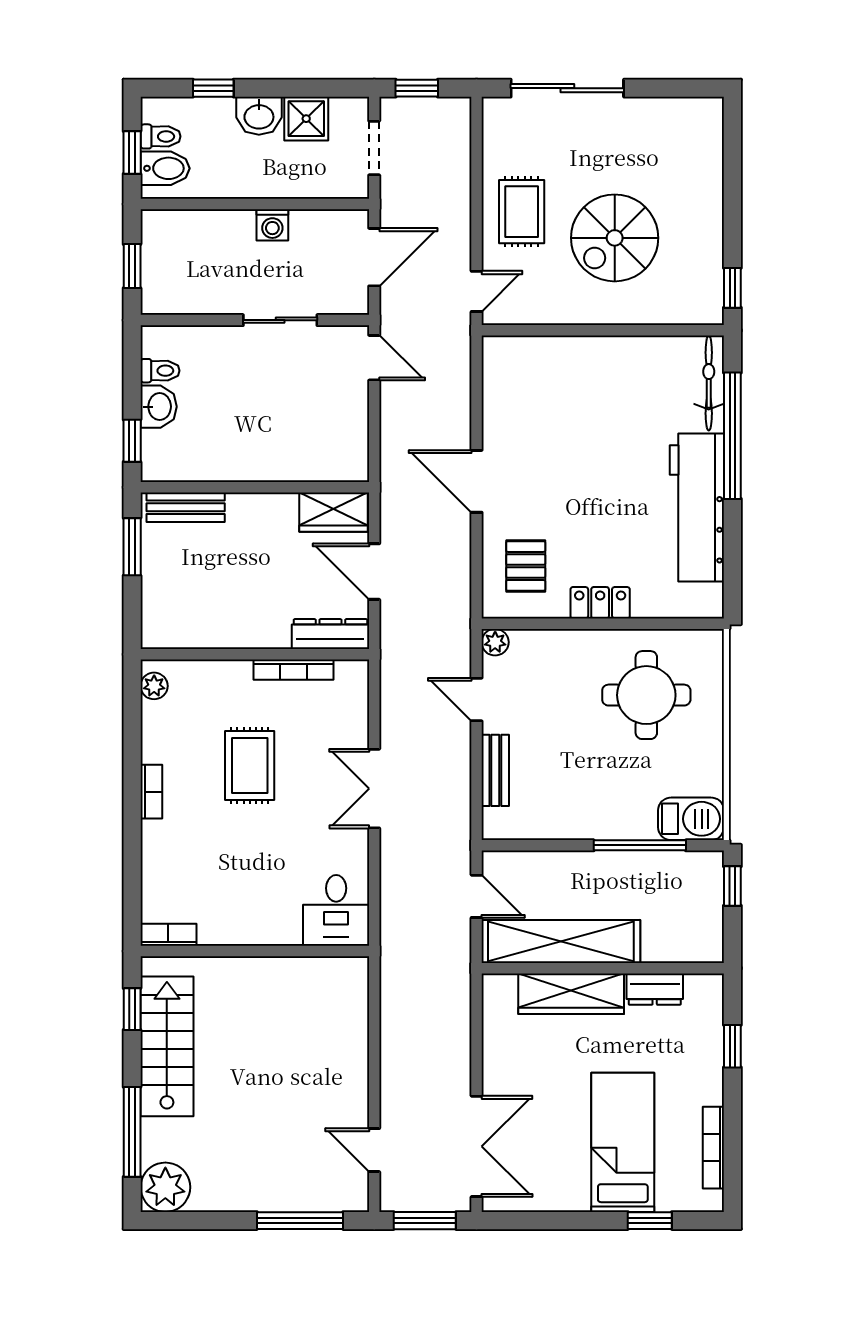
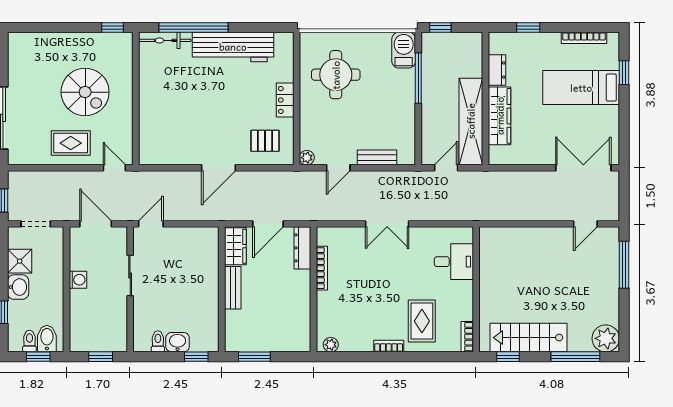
bench: (186, 507) -> (233, 288), moved
rug: (250, 765) -> (422, 321), moved, turned 90
desk: (336, 910) -> (454, 262), moved
window: (425, 1221) -> (624, 196), removed

